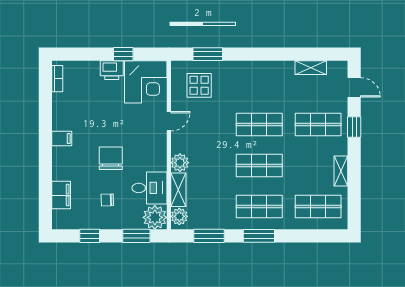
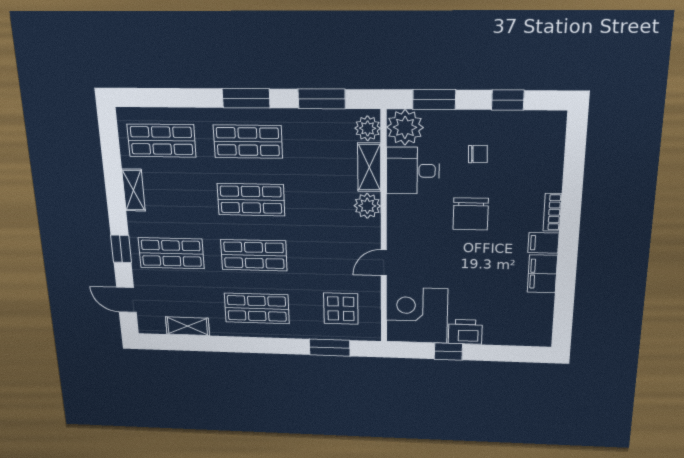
bookcase: (57, 79) -> (552, 212), moved
shop shelf: (259, 84) -> (257, 308), added
filing cabinet: (61, 195) -> (542, 274), moved

